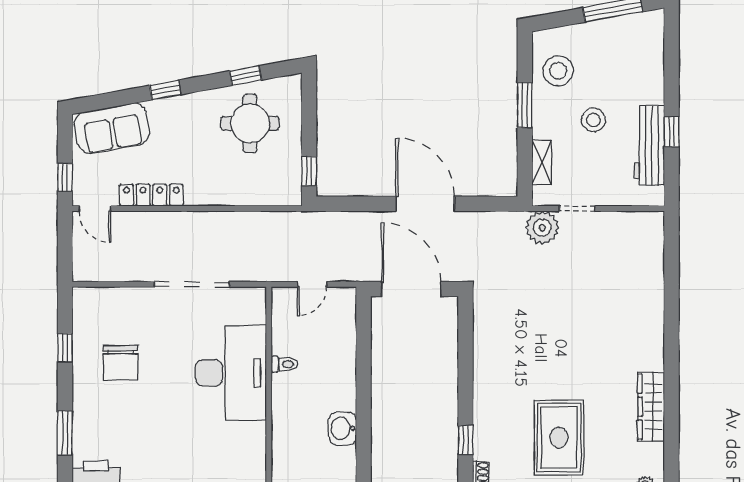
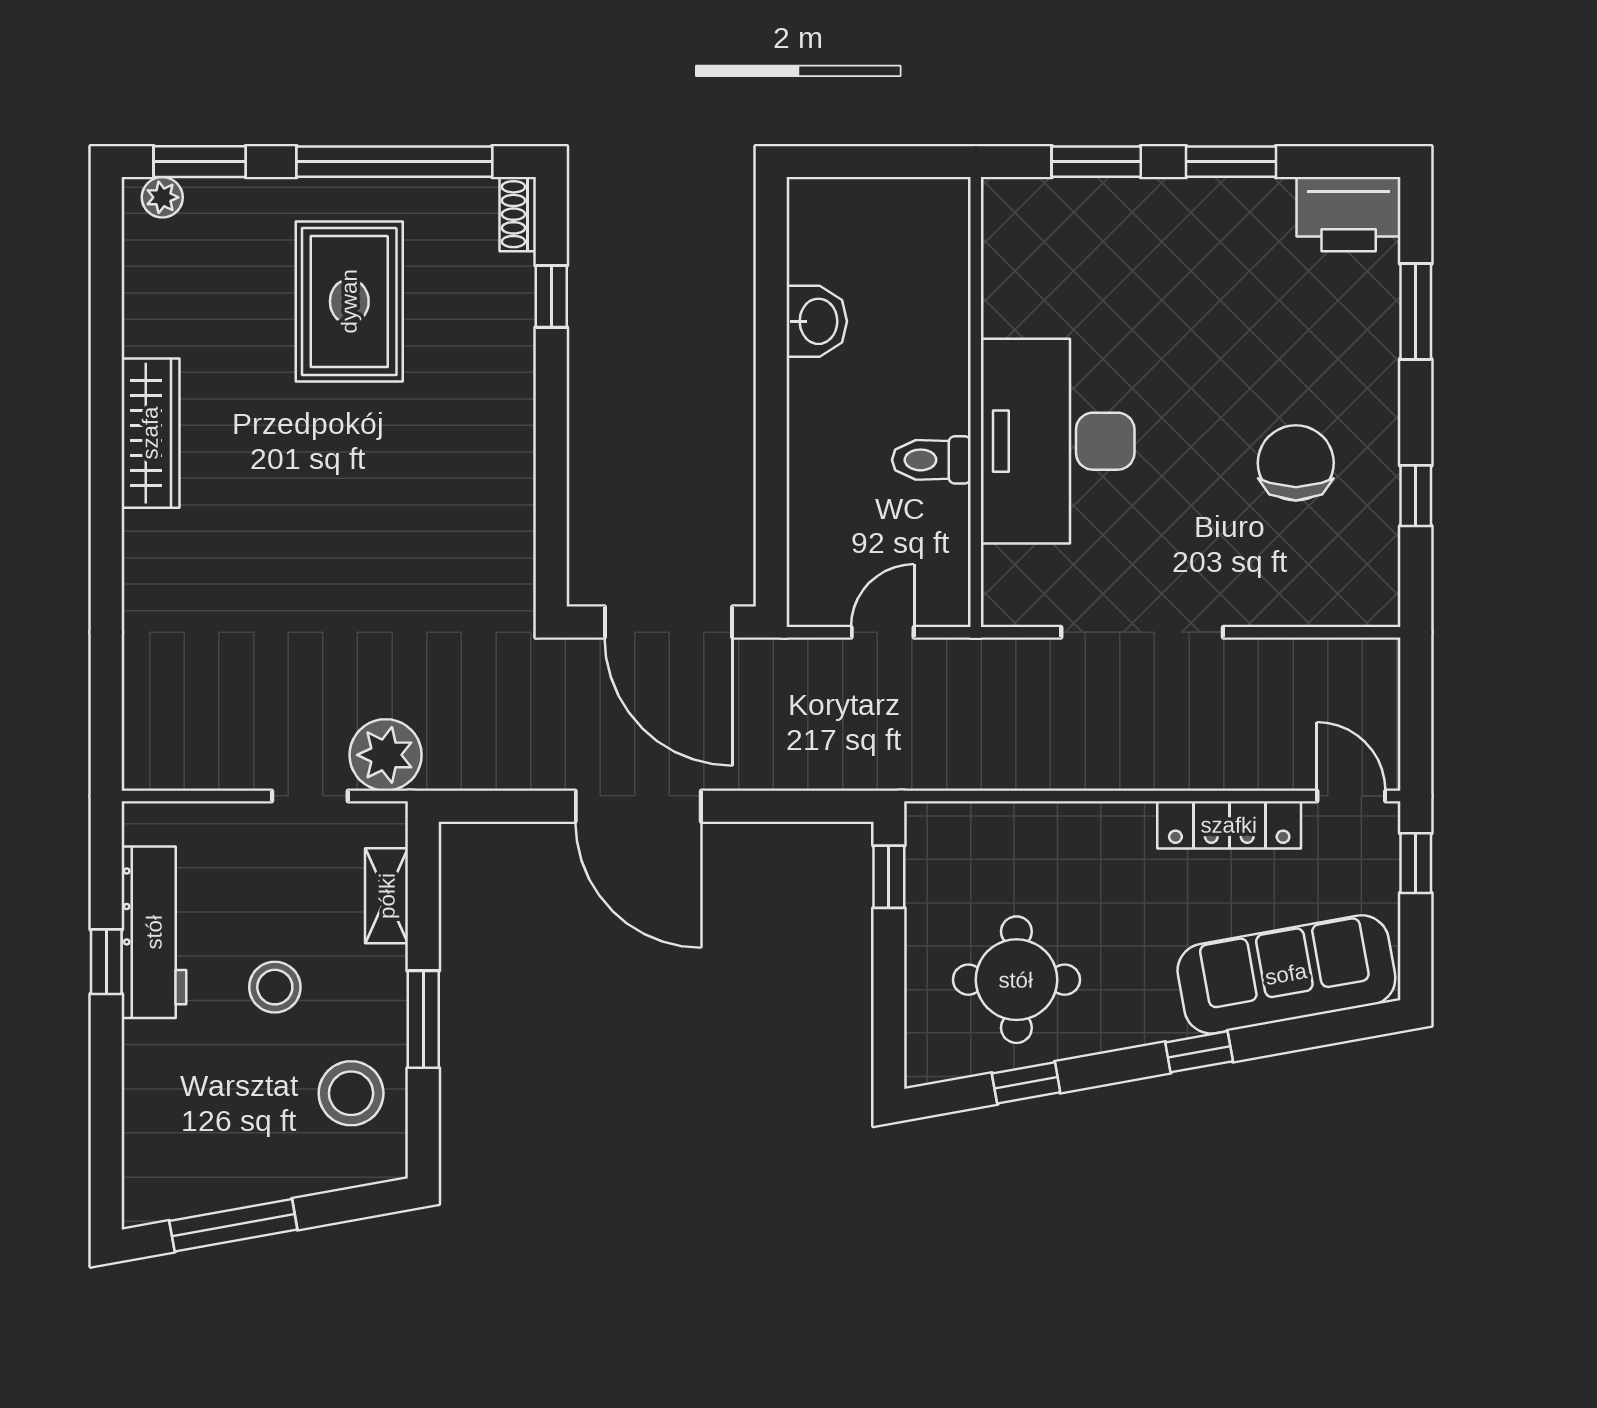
sofa: (112, 128) -> (1286, 974), width x1.36
toilet: (284, 364) -> (931, 460), width x1.37, depth x1.39
wardrobe: (651, 407) -> (150, 433), moved

